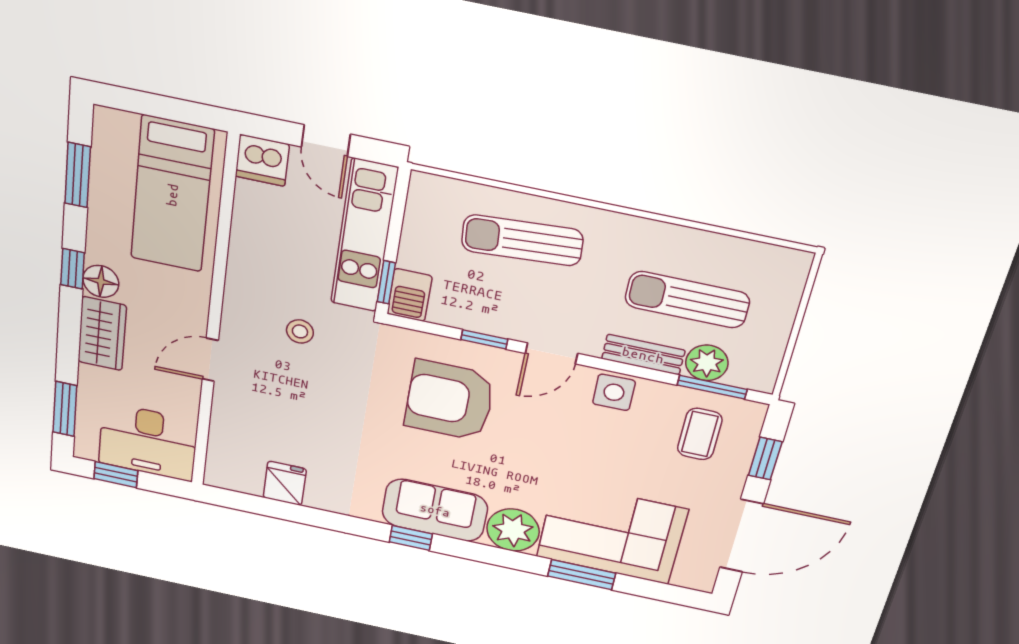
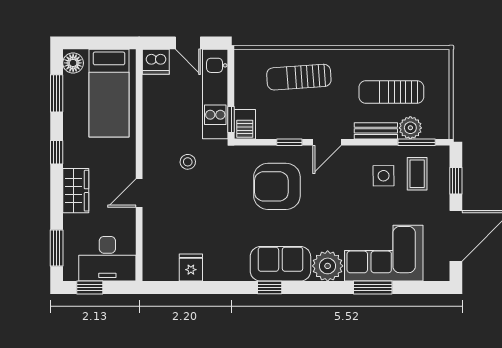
floor lamp: (101, 281) -> (73, 63), moved
side table: (614, 392) -> (384, 176), moved

